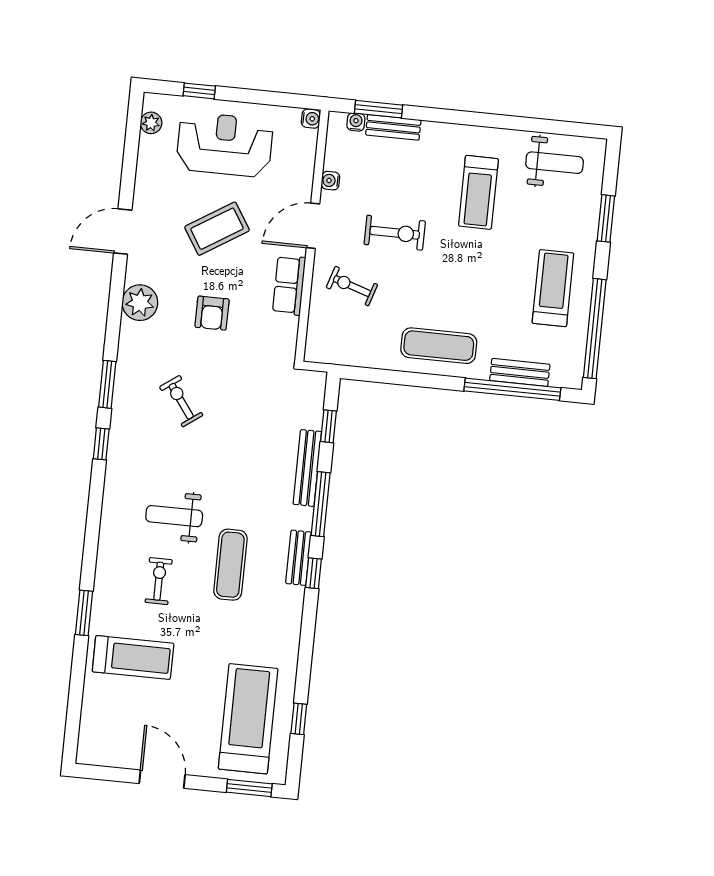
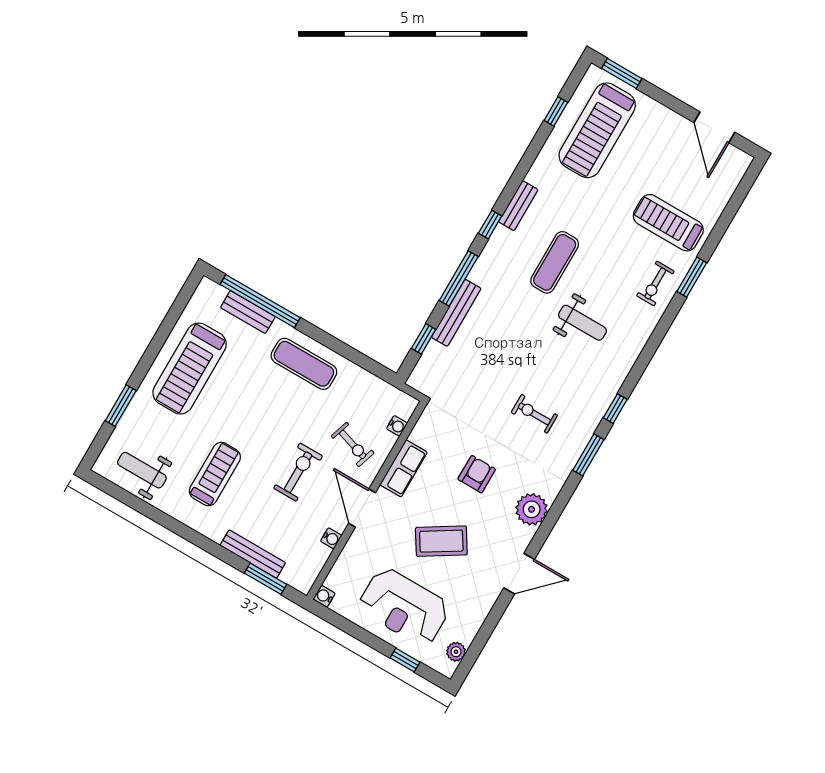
water cooler: (356, 122) -> (397, 426), moved, turned -90
bench: (393, 127) -> (253, 554), width x1.36
door: (313, 226) -> (362, 508), swing flipped
exercise bike: (395, 233) -> (298, 472), turned 90
treadmill: (553, 288) -> (190, 369), width x1.37, depth x1.37
window: (595, 329) -> (171, 320), removed
exercise bike: (181, 401) -> (534, 414), turned 126
bench: (298, 558) -> (518, 206), moved
exercise bike: (159, 581) -> (655, 284), moved
door: (162, 779) -> (714, 127), moved

